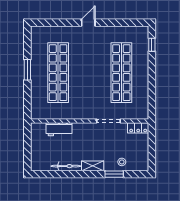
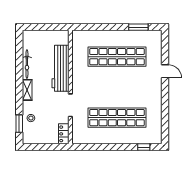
door: (88, 23) -> (165, 71), moved
window: (27, 70) -> (138, 27), moved
workbench: (59, 129) -> (60, 68), width x1.88, depth x1.32
window: (114, 174) -> (19, 124), moved

